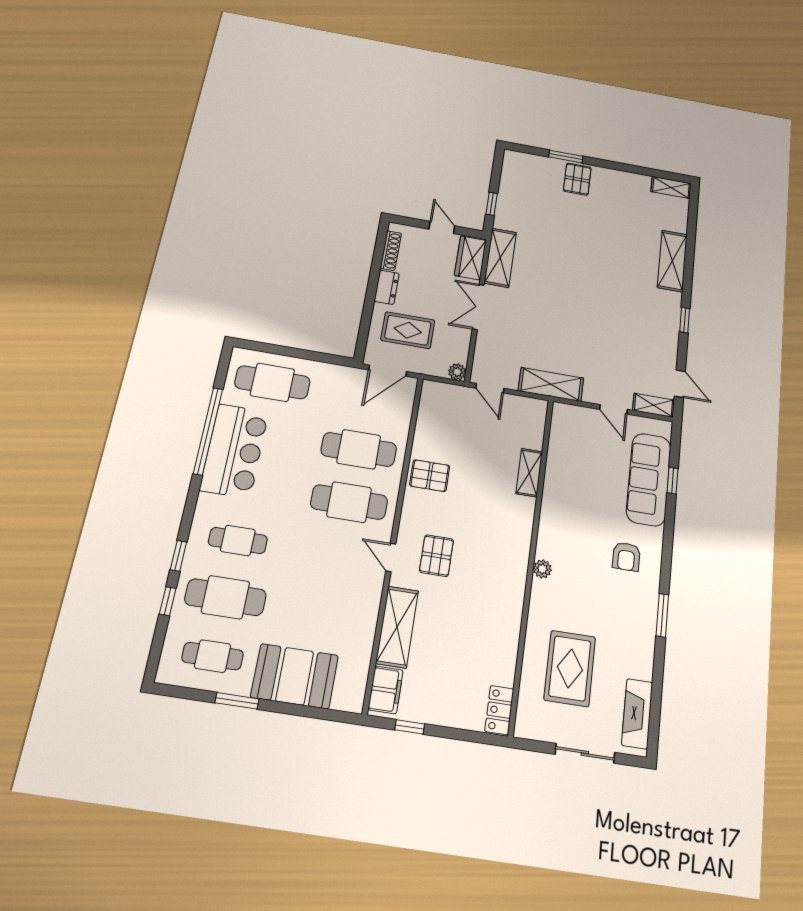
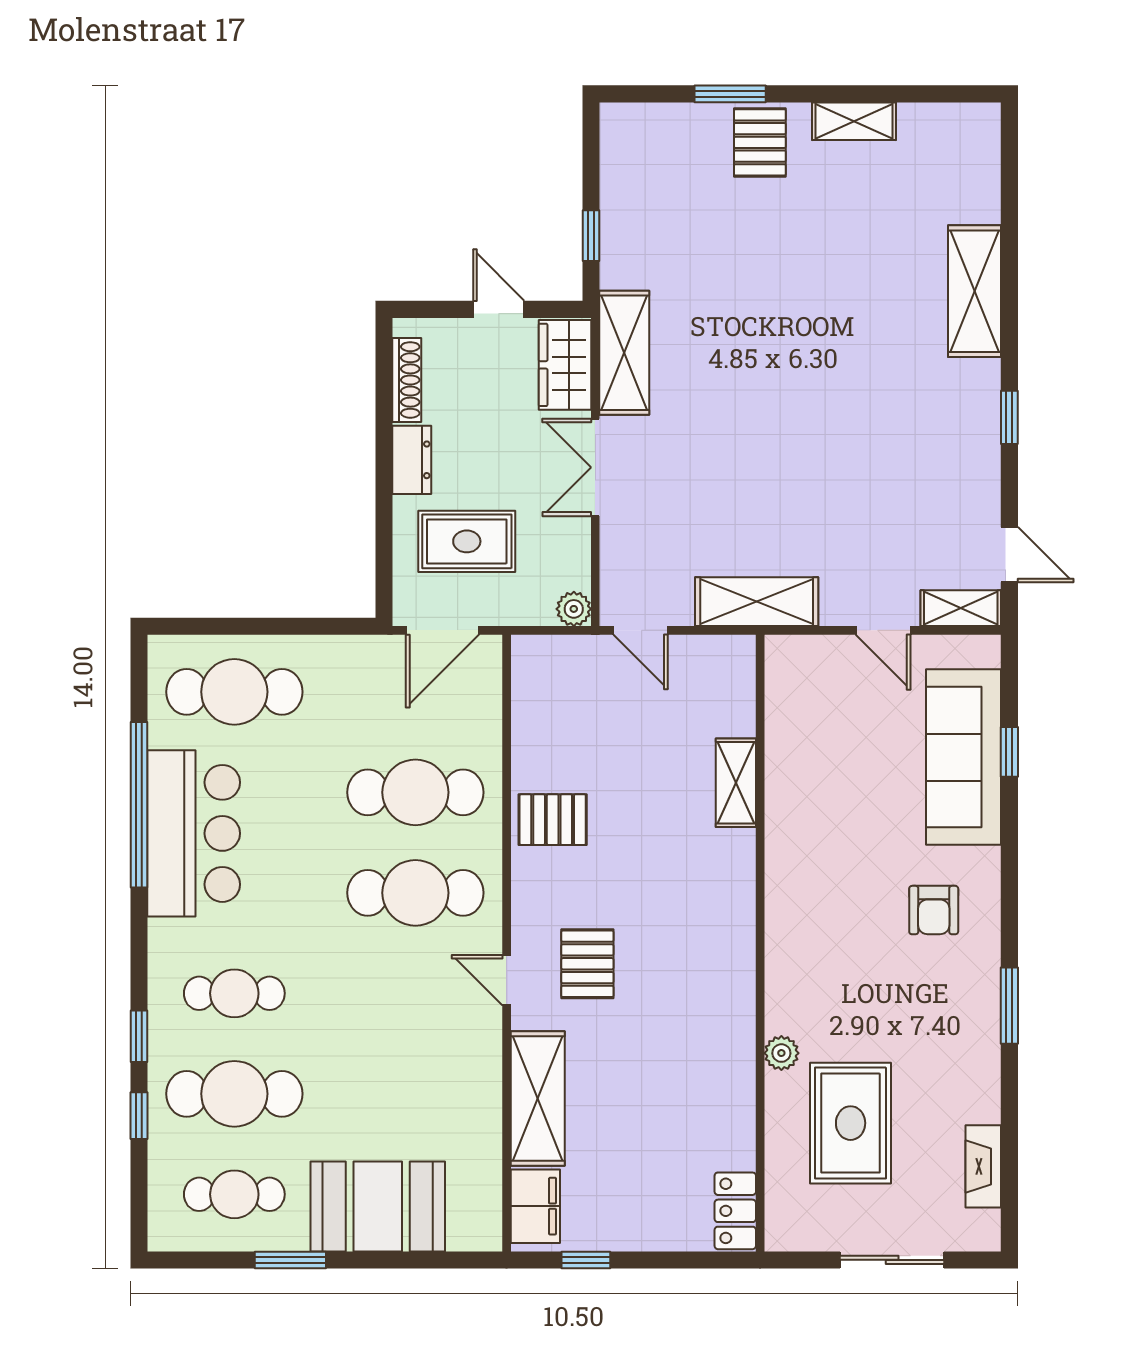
shelving: (671, 187) -> (854, 121), moved
plant: (542, 569) -> (781, 1053), moved
fireplace: (637, 714) -> (983, 1166), width x0.73, depth x0.76

